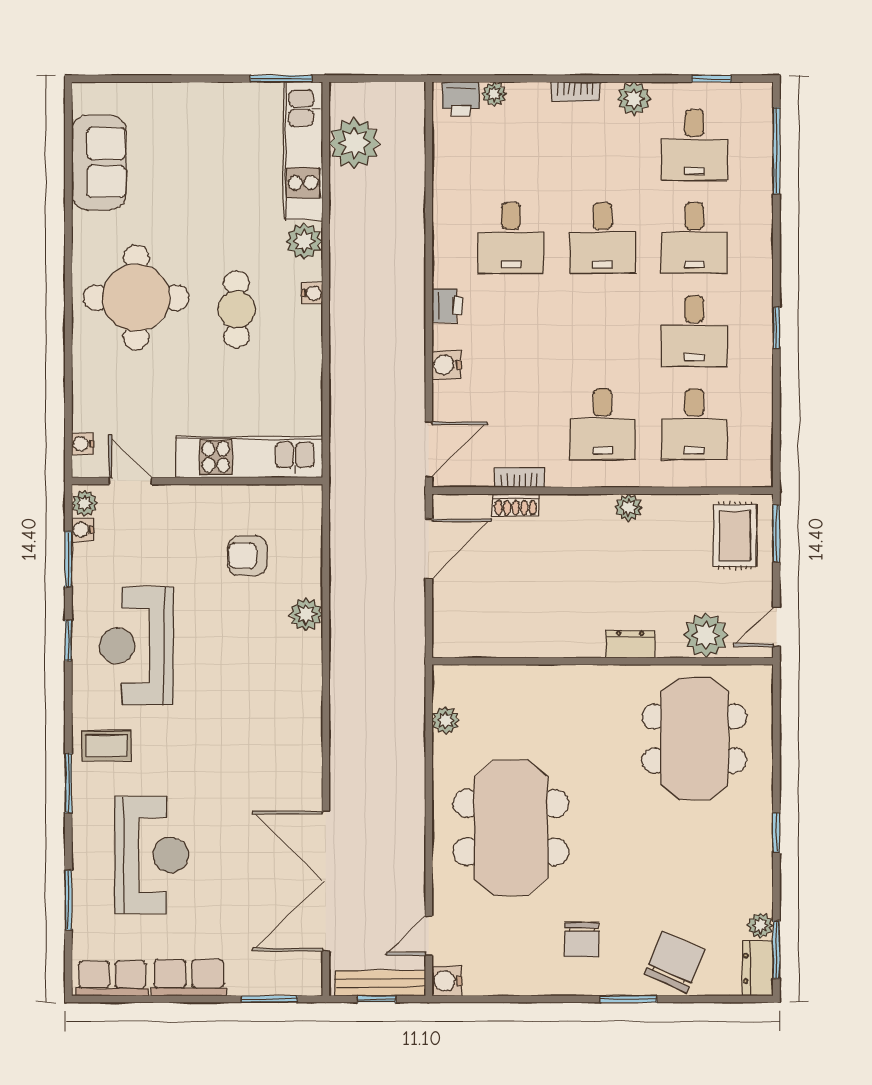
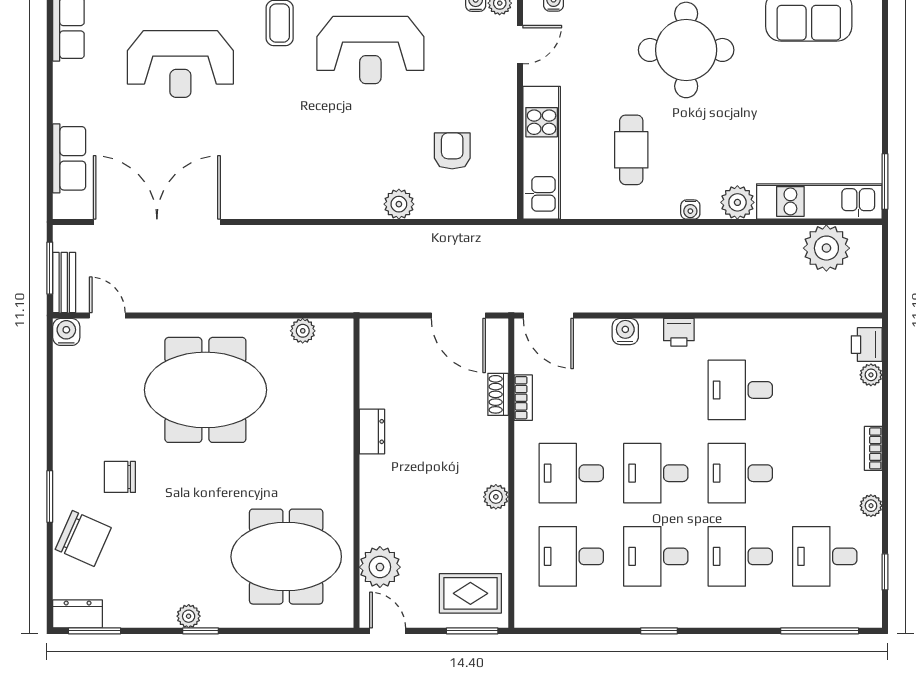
plant: (634, 99) -> (871, 506), width x0.73, depth x0.73
cafe table: (237, 309) -> (631, 150), moved, turned 90
desk: (603, 331) -> (656, 473), added
dresser: (630, 644) -> (372, 432), moved
reception desk: (136, 646) -> (370, 50), turned 180
plant: (760, 925) -> (189, 616), moved
chair: (582, 940) -> (120, 477), moved
row of seats: (189, 978) -> (69, 158), moved
bench: (380, 983) -> (64, 282), width x0.73
window: (269, 999) -> (50, 171), removed
window: (376, 999) -> (50, 268), width x1.50

